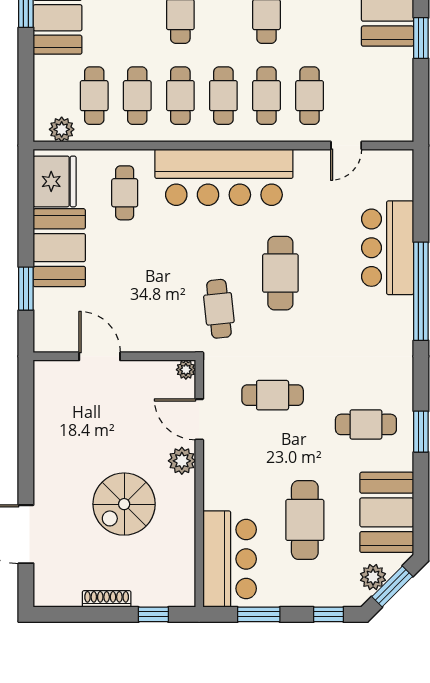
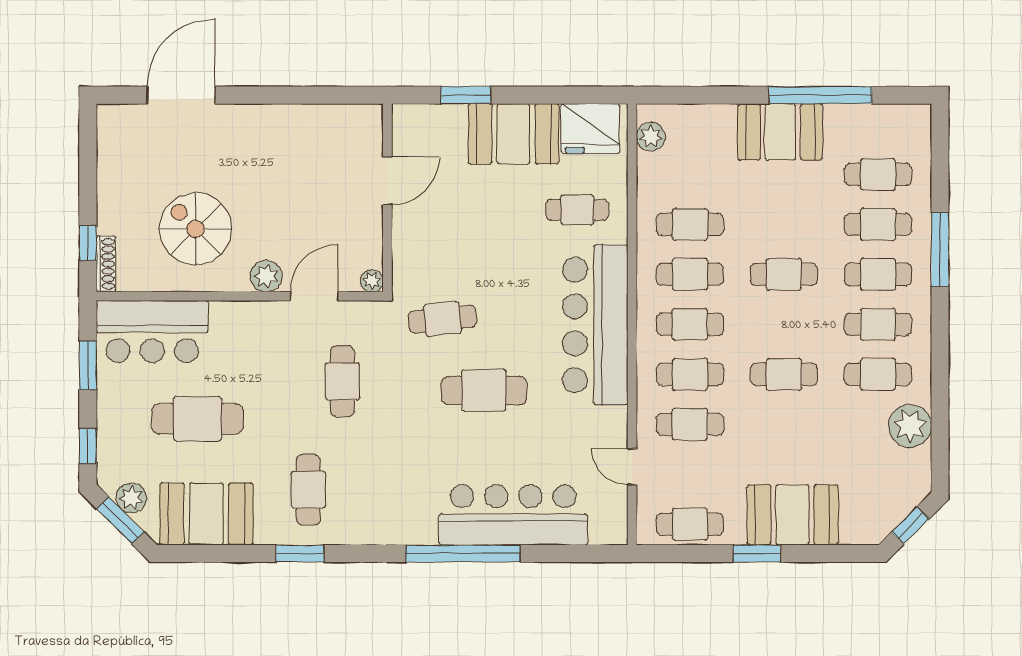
cafe table: (94, 96) -> (690, 524), moved
bar counter: (388, 248) -> (513, 515), width x1.36
spiral stairs: (124, 504) -> (196, 229), moved
shoe rack: (107, 599) -> (106, 264), moved

